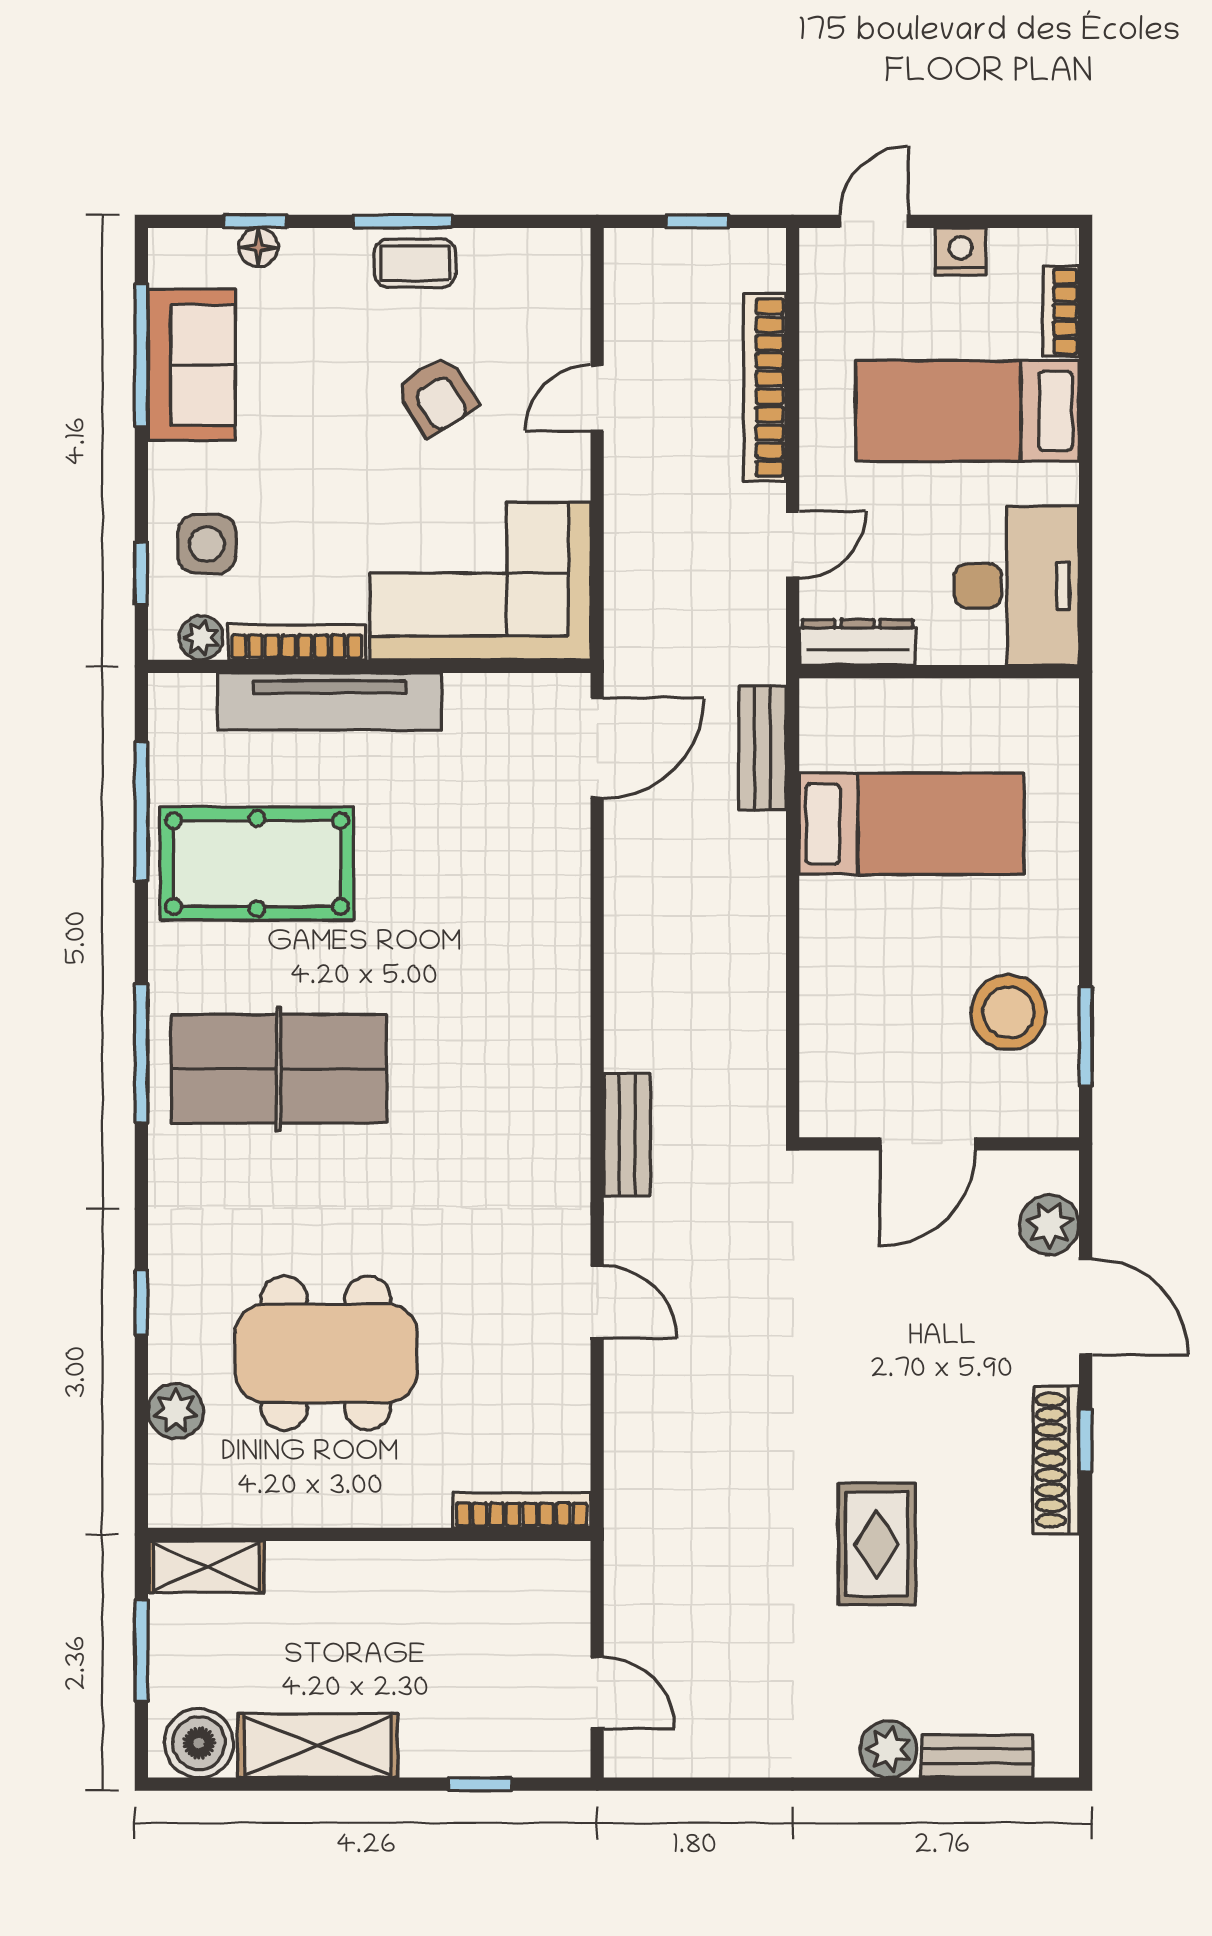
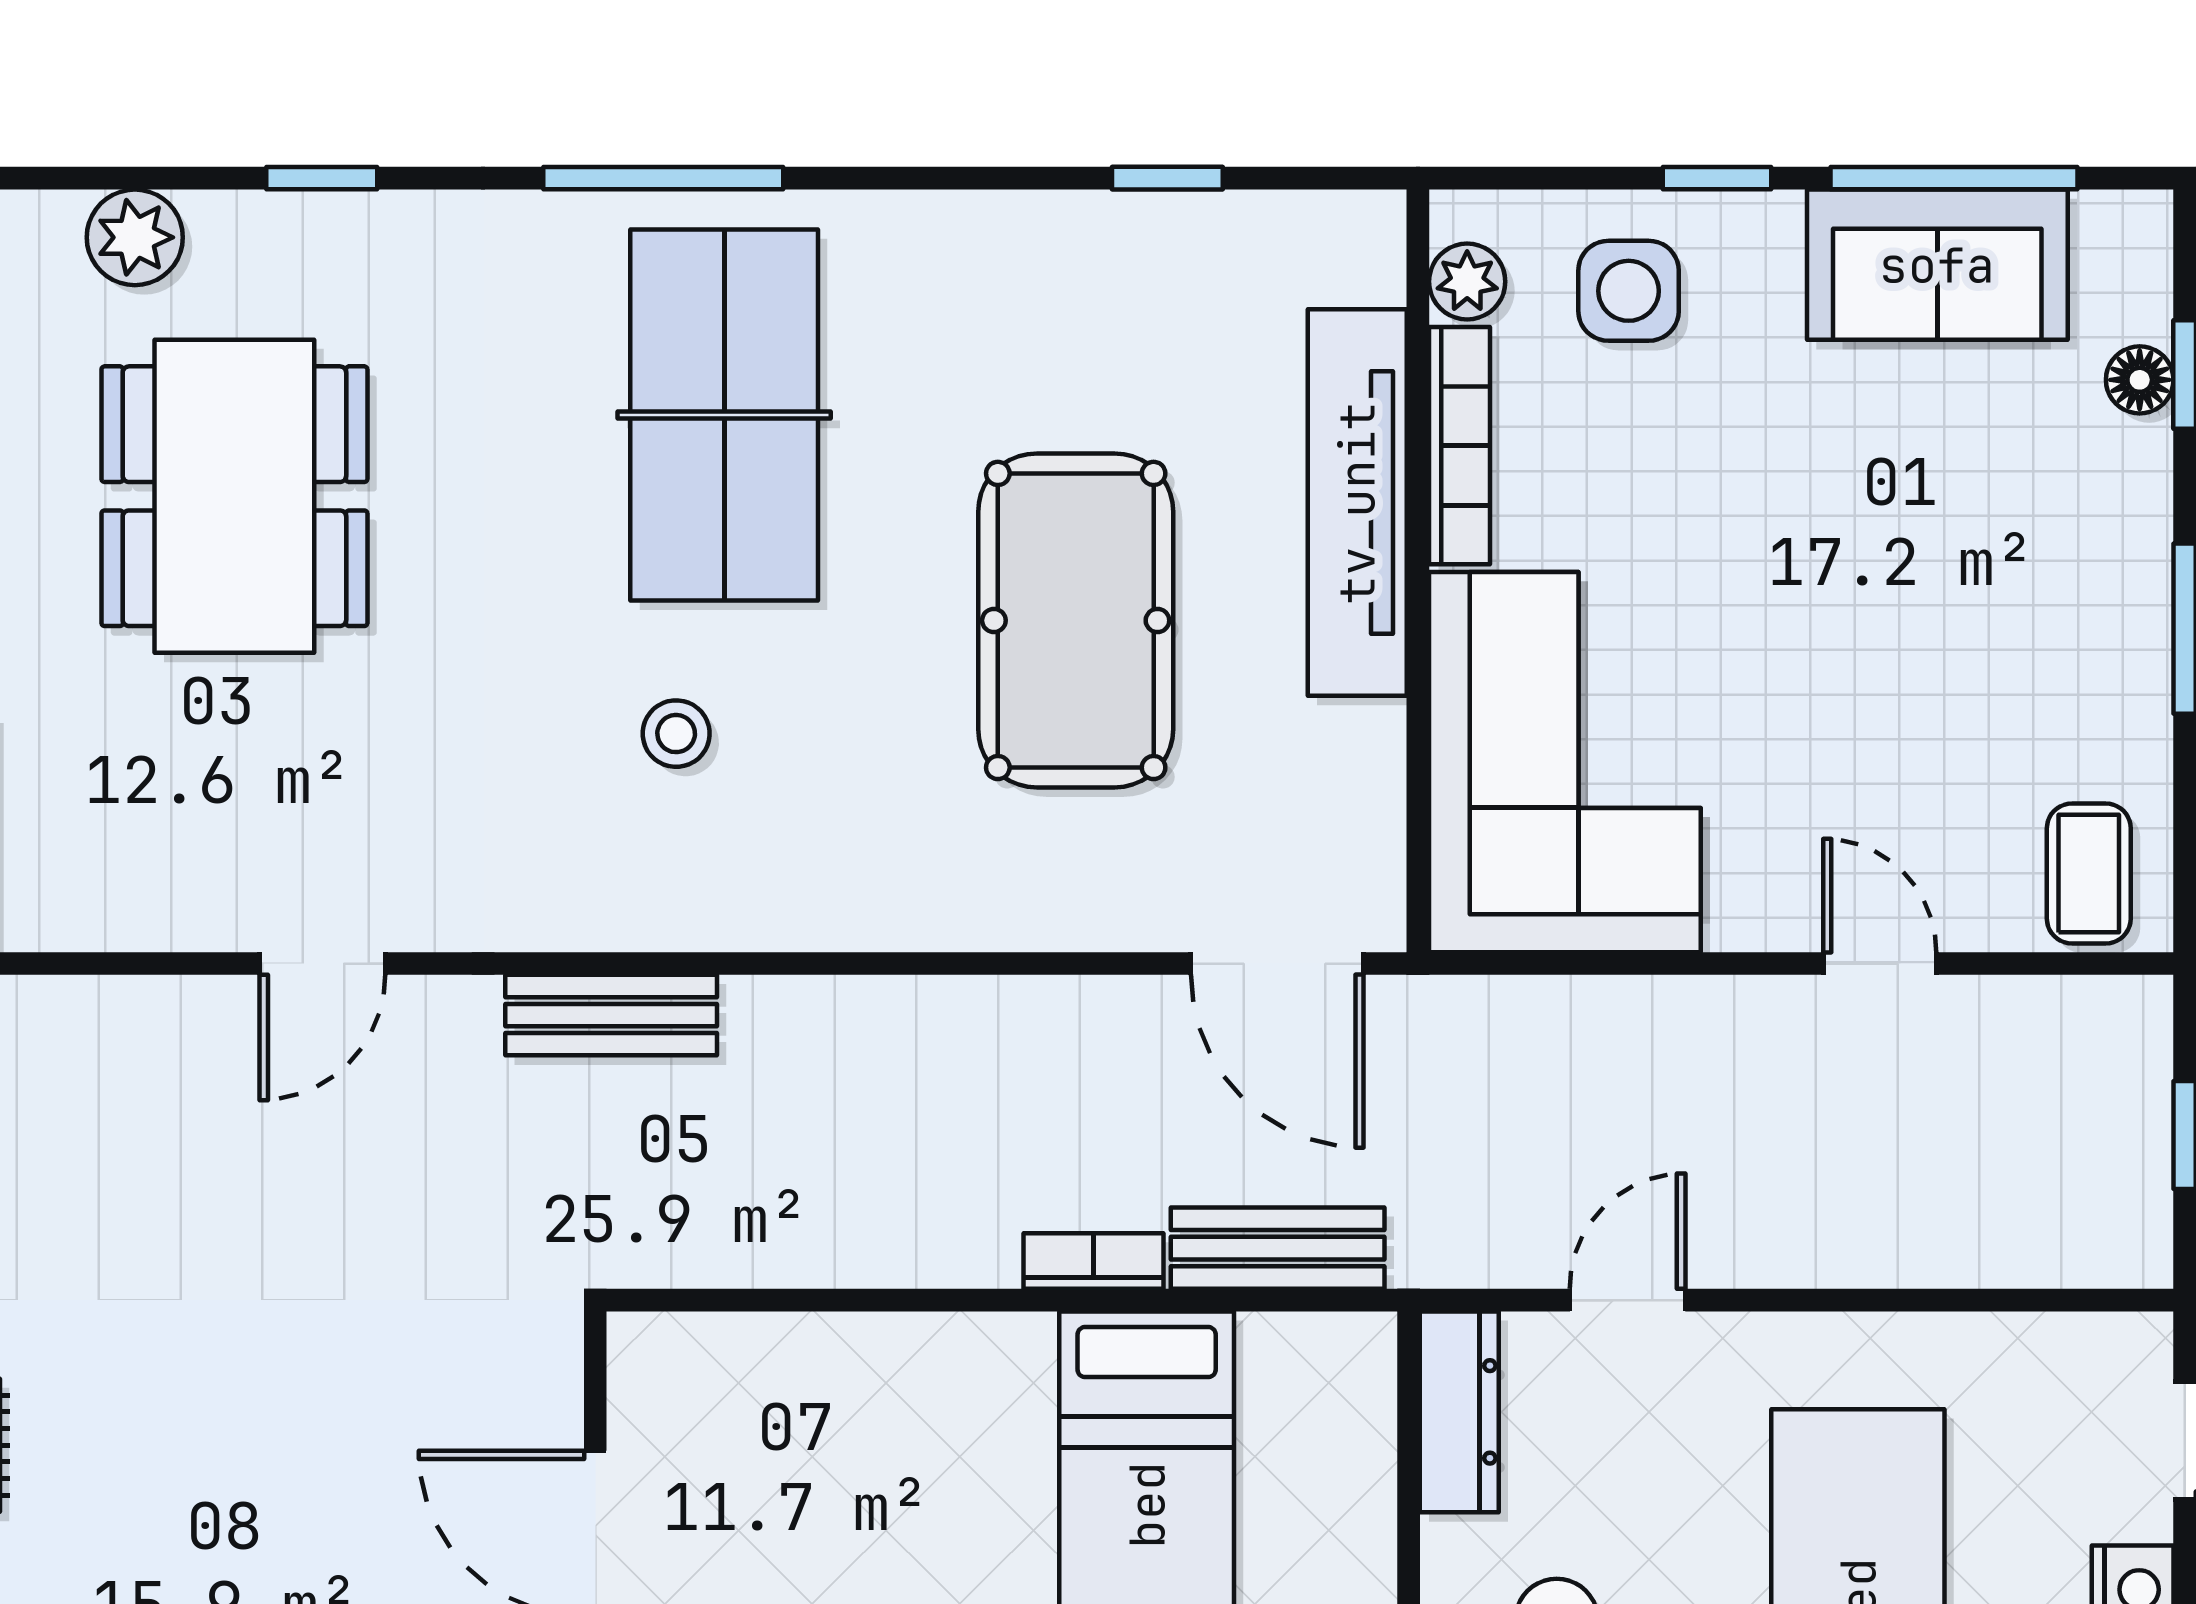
coffee table: (415, 263) -> (2089, 873), moved
bookcase: (765, 388) -> (1094, 1261), moved, width x0.43, depth x0.76
armchair: (437, 396) -> (1884, 687), removed
door: (793, 545) -> (1628, 1300), swing flipped
window: (141, 574) -> (1717, 178), moved
window: (141, 812) -> (1167, 178), width x0.46
pool table: (257, 864) -> (1076, 620), moved
window: (141, 1053) -> (663, 178), moved
stool: (464, 1097) -> (676, 734), added

